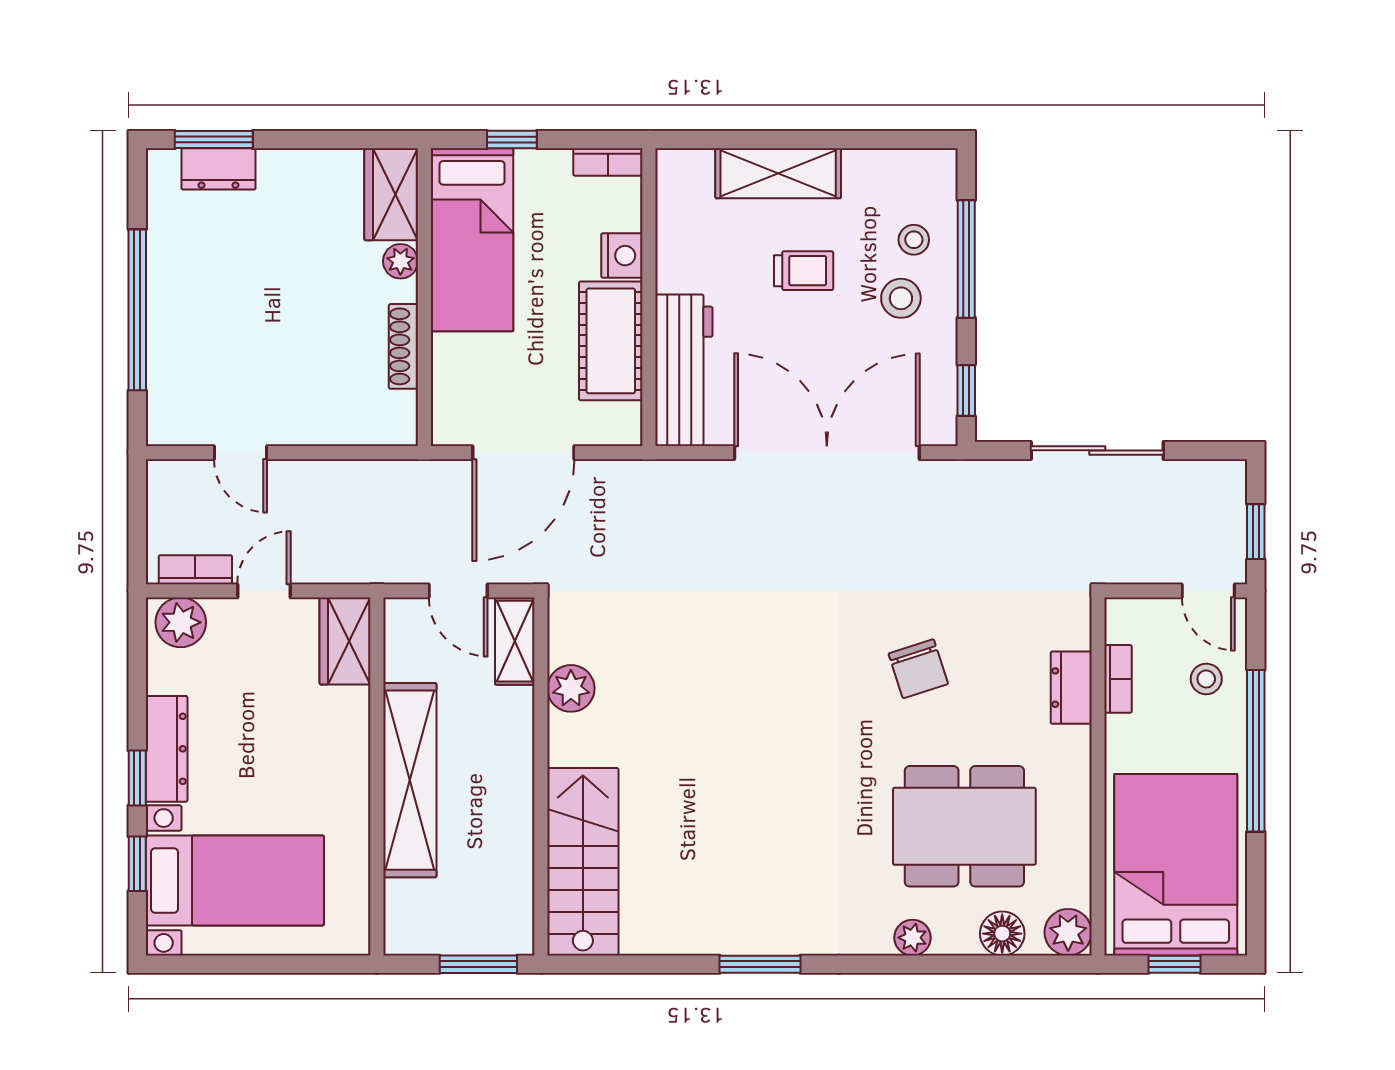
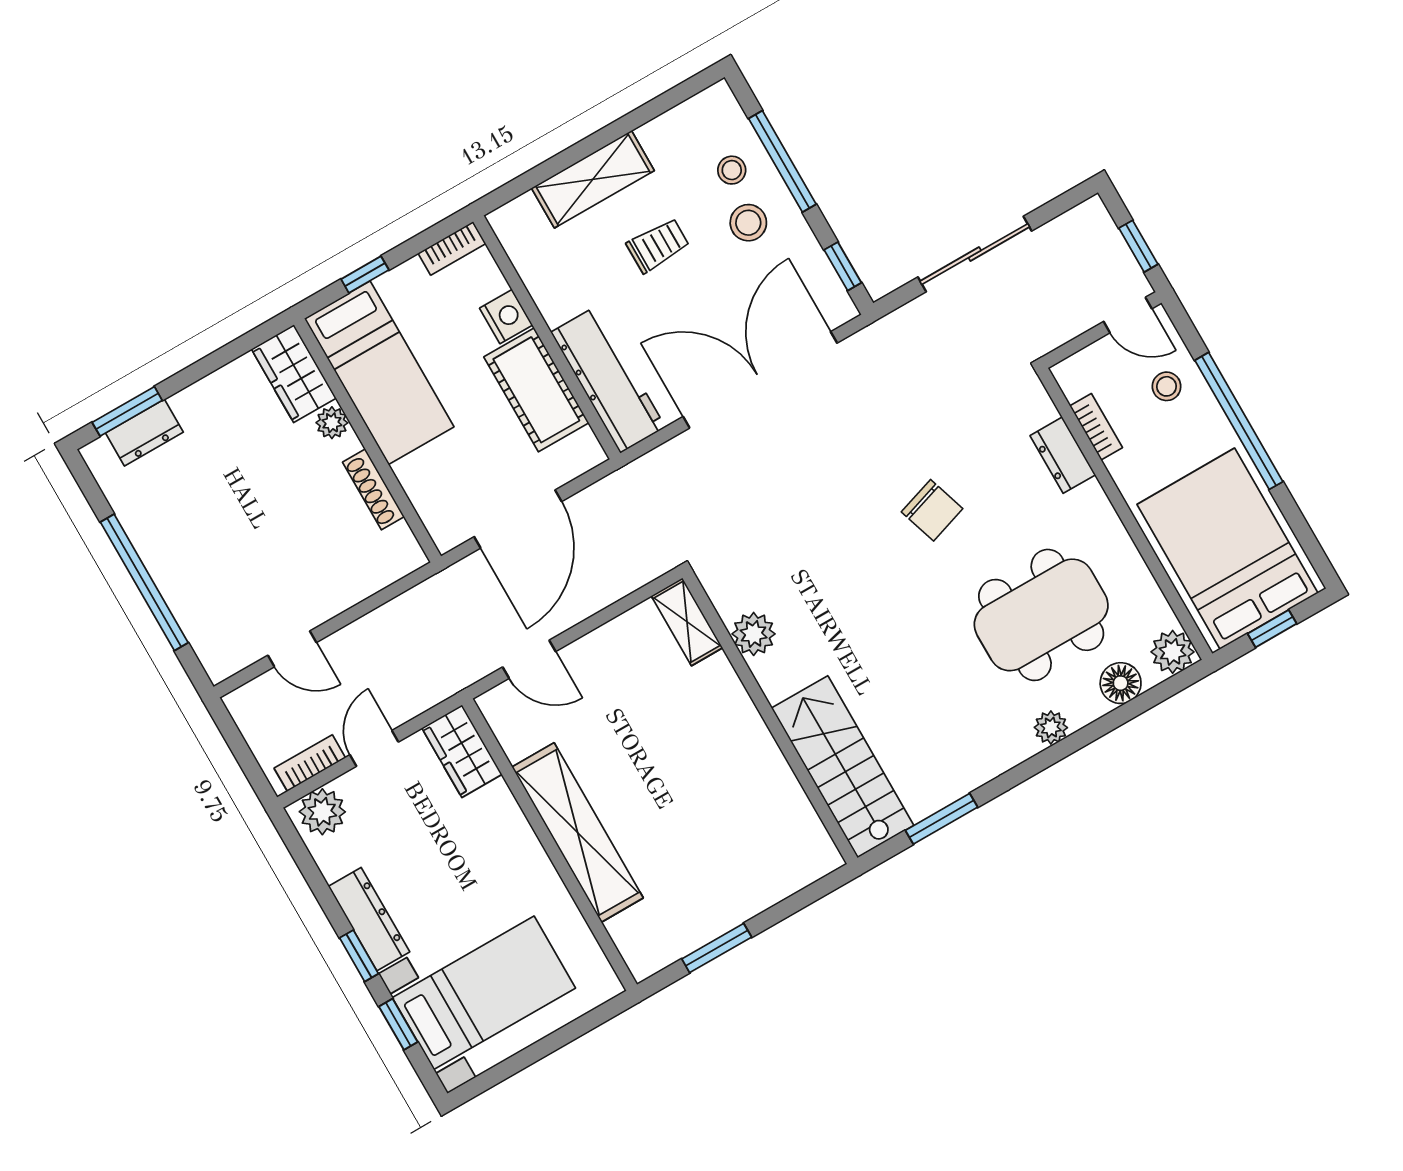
shelving: (515, 641) -> (687, 622), moved
plant: (571, 688) -> (754, 634), moved
wall: (541, 776) -> (770, 718), moved
stairs: (583, 862) -> (843, 767), moved

